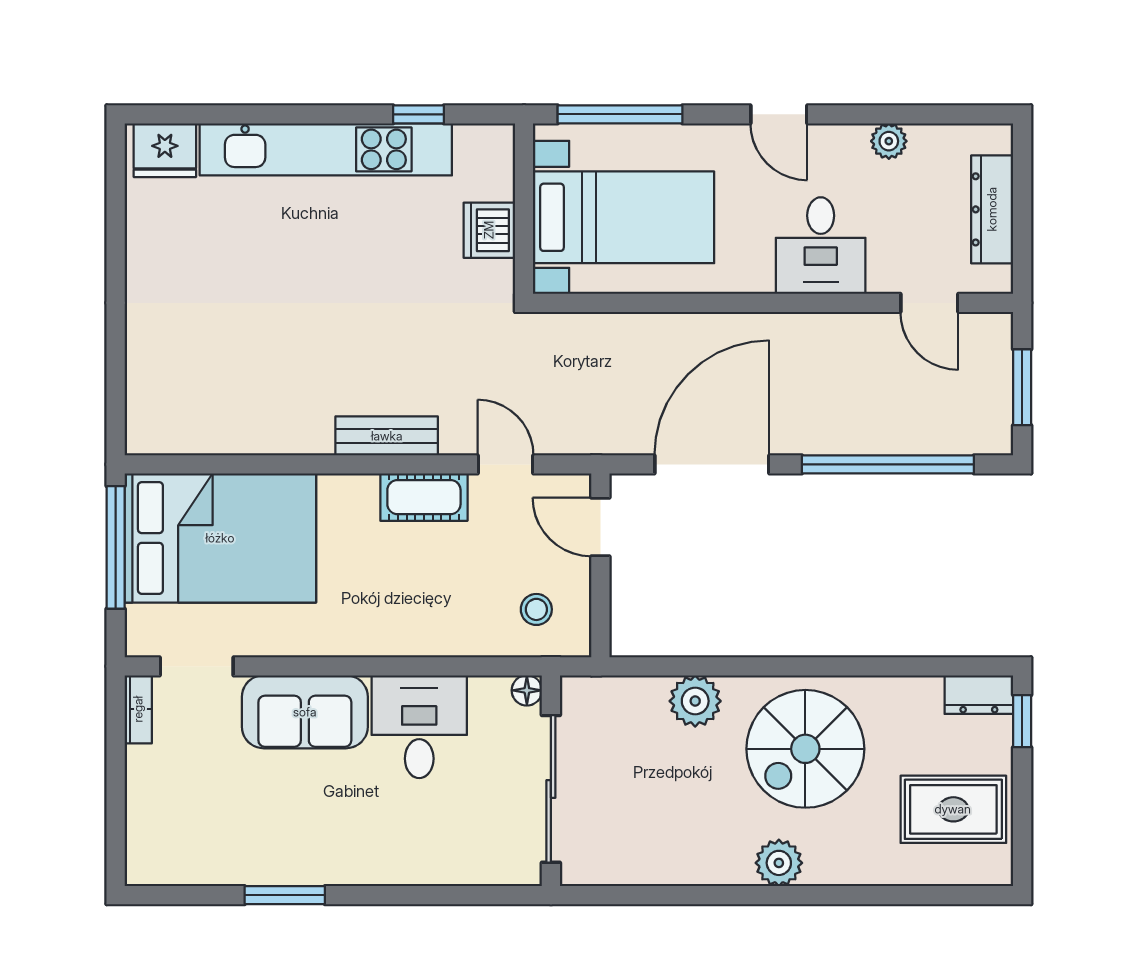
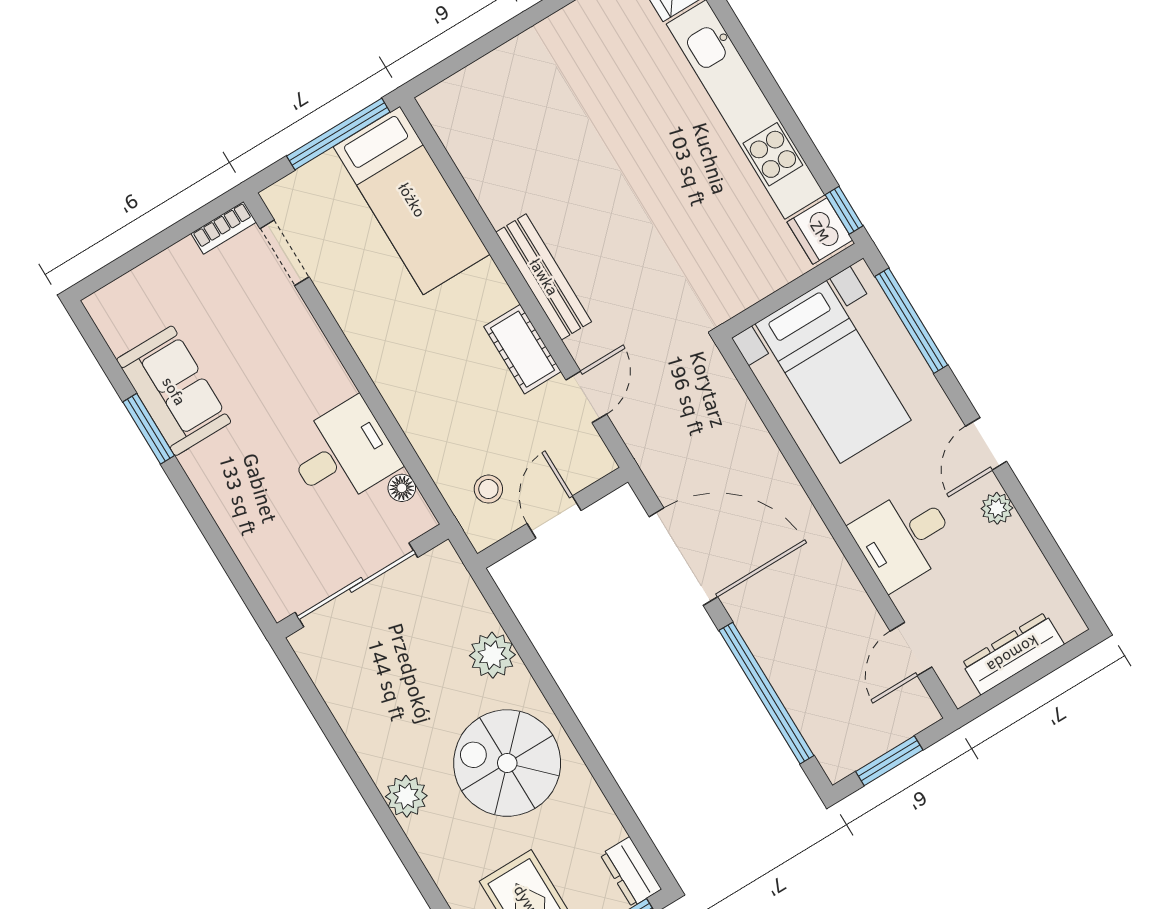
window: (418, 114) -> (844, 210), moved
plant: (889, 141) -> (997, 508), moved
dishwasher: (489, 230) -> (820, 231), moved, turned -90
bench: (387, 436) -> (544, 277), width x1.36
door: (600, 527) -> (554, 517), moved
bed: (220, 538) -> (412, 200), width x0.67
floor lamp: (527, 690) -> (402, 488), moved
sofa: (305, 712) -> (174, 391), moved, turned 180

